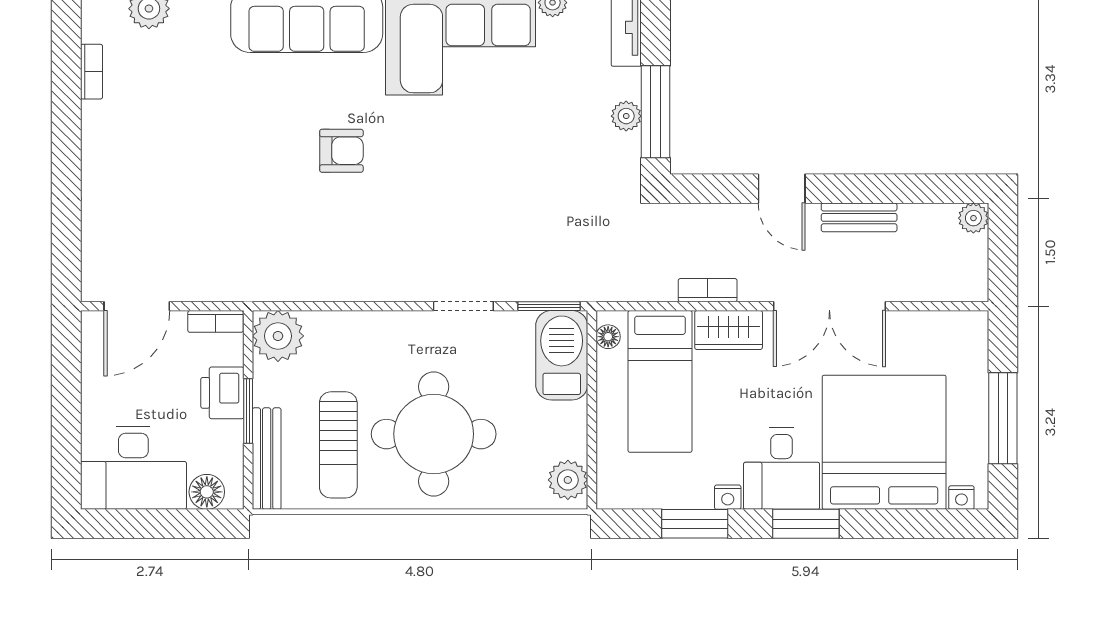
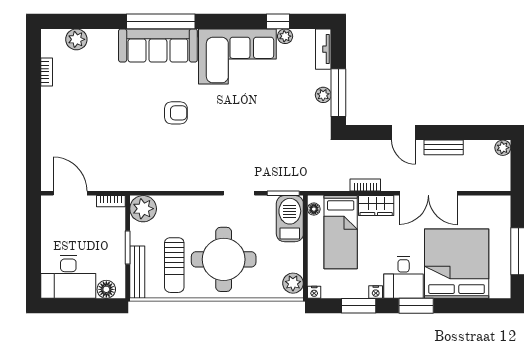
door: (137, 306) -> (70, 193), swing flipped
printer: (222, 393) -> (114, 238), removed
nightstand: (961, 498) -> (314, 292), moved

